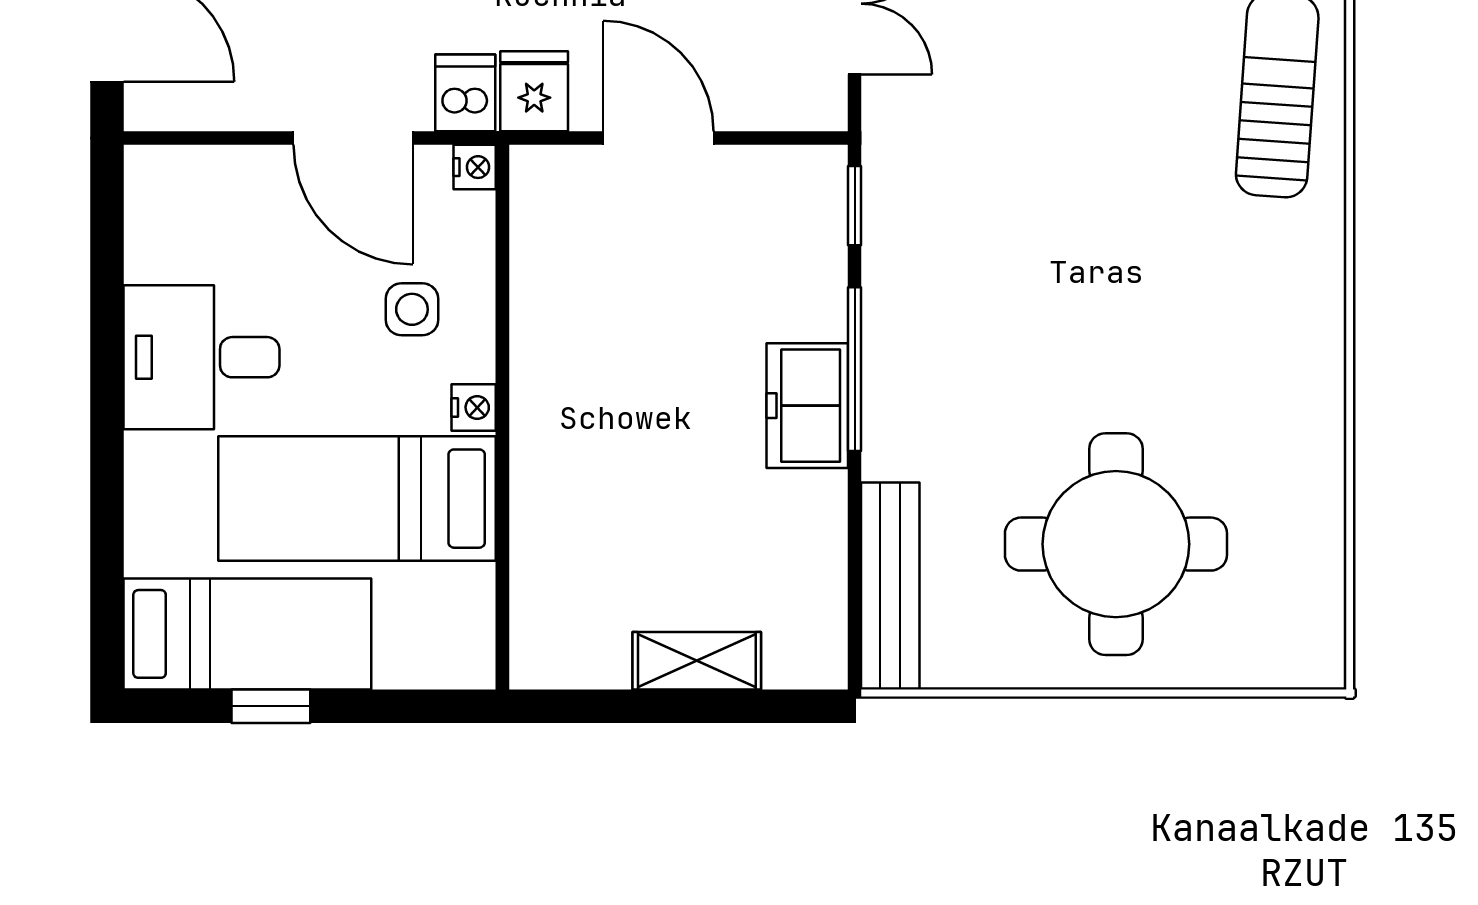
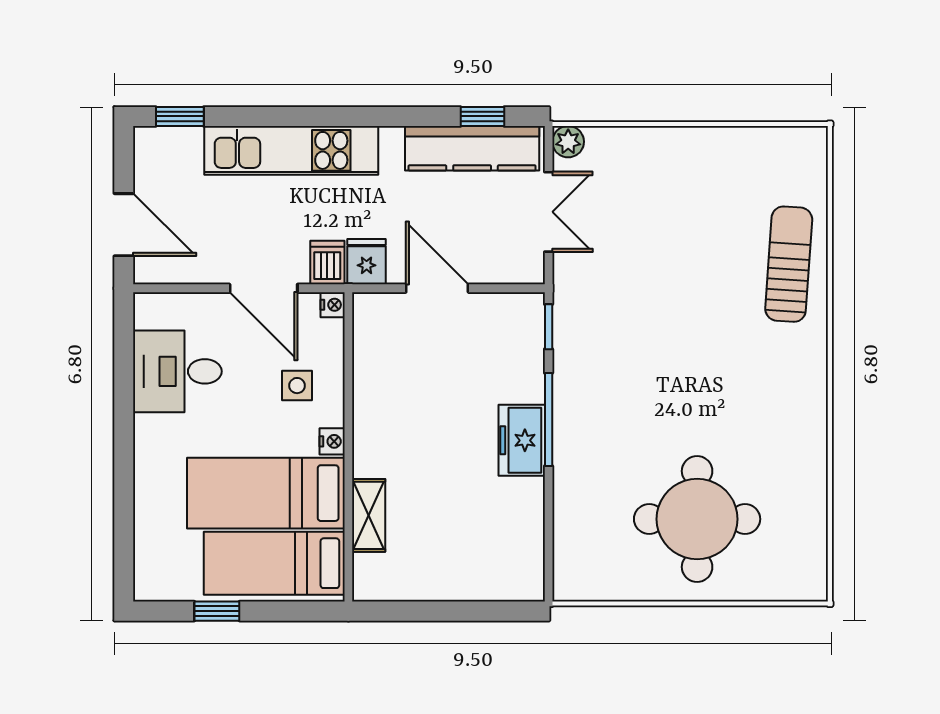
desk: (201, 357) -> (177, 371), moved
bench: (890, 586) -> (569, 543), removed
bed: (247, 634) -> (274, 563), moved, turned 180
shelving: (697, 661) -> (369, 515), moved, turned 90

